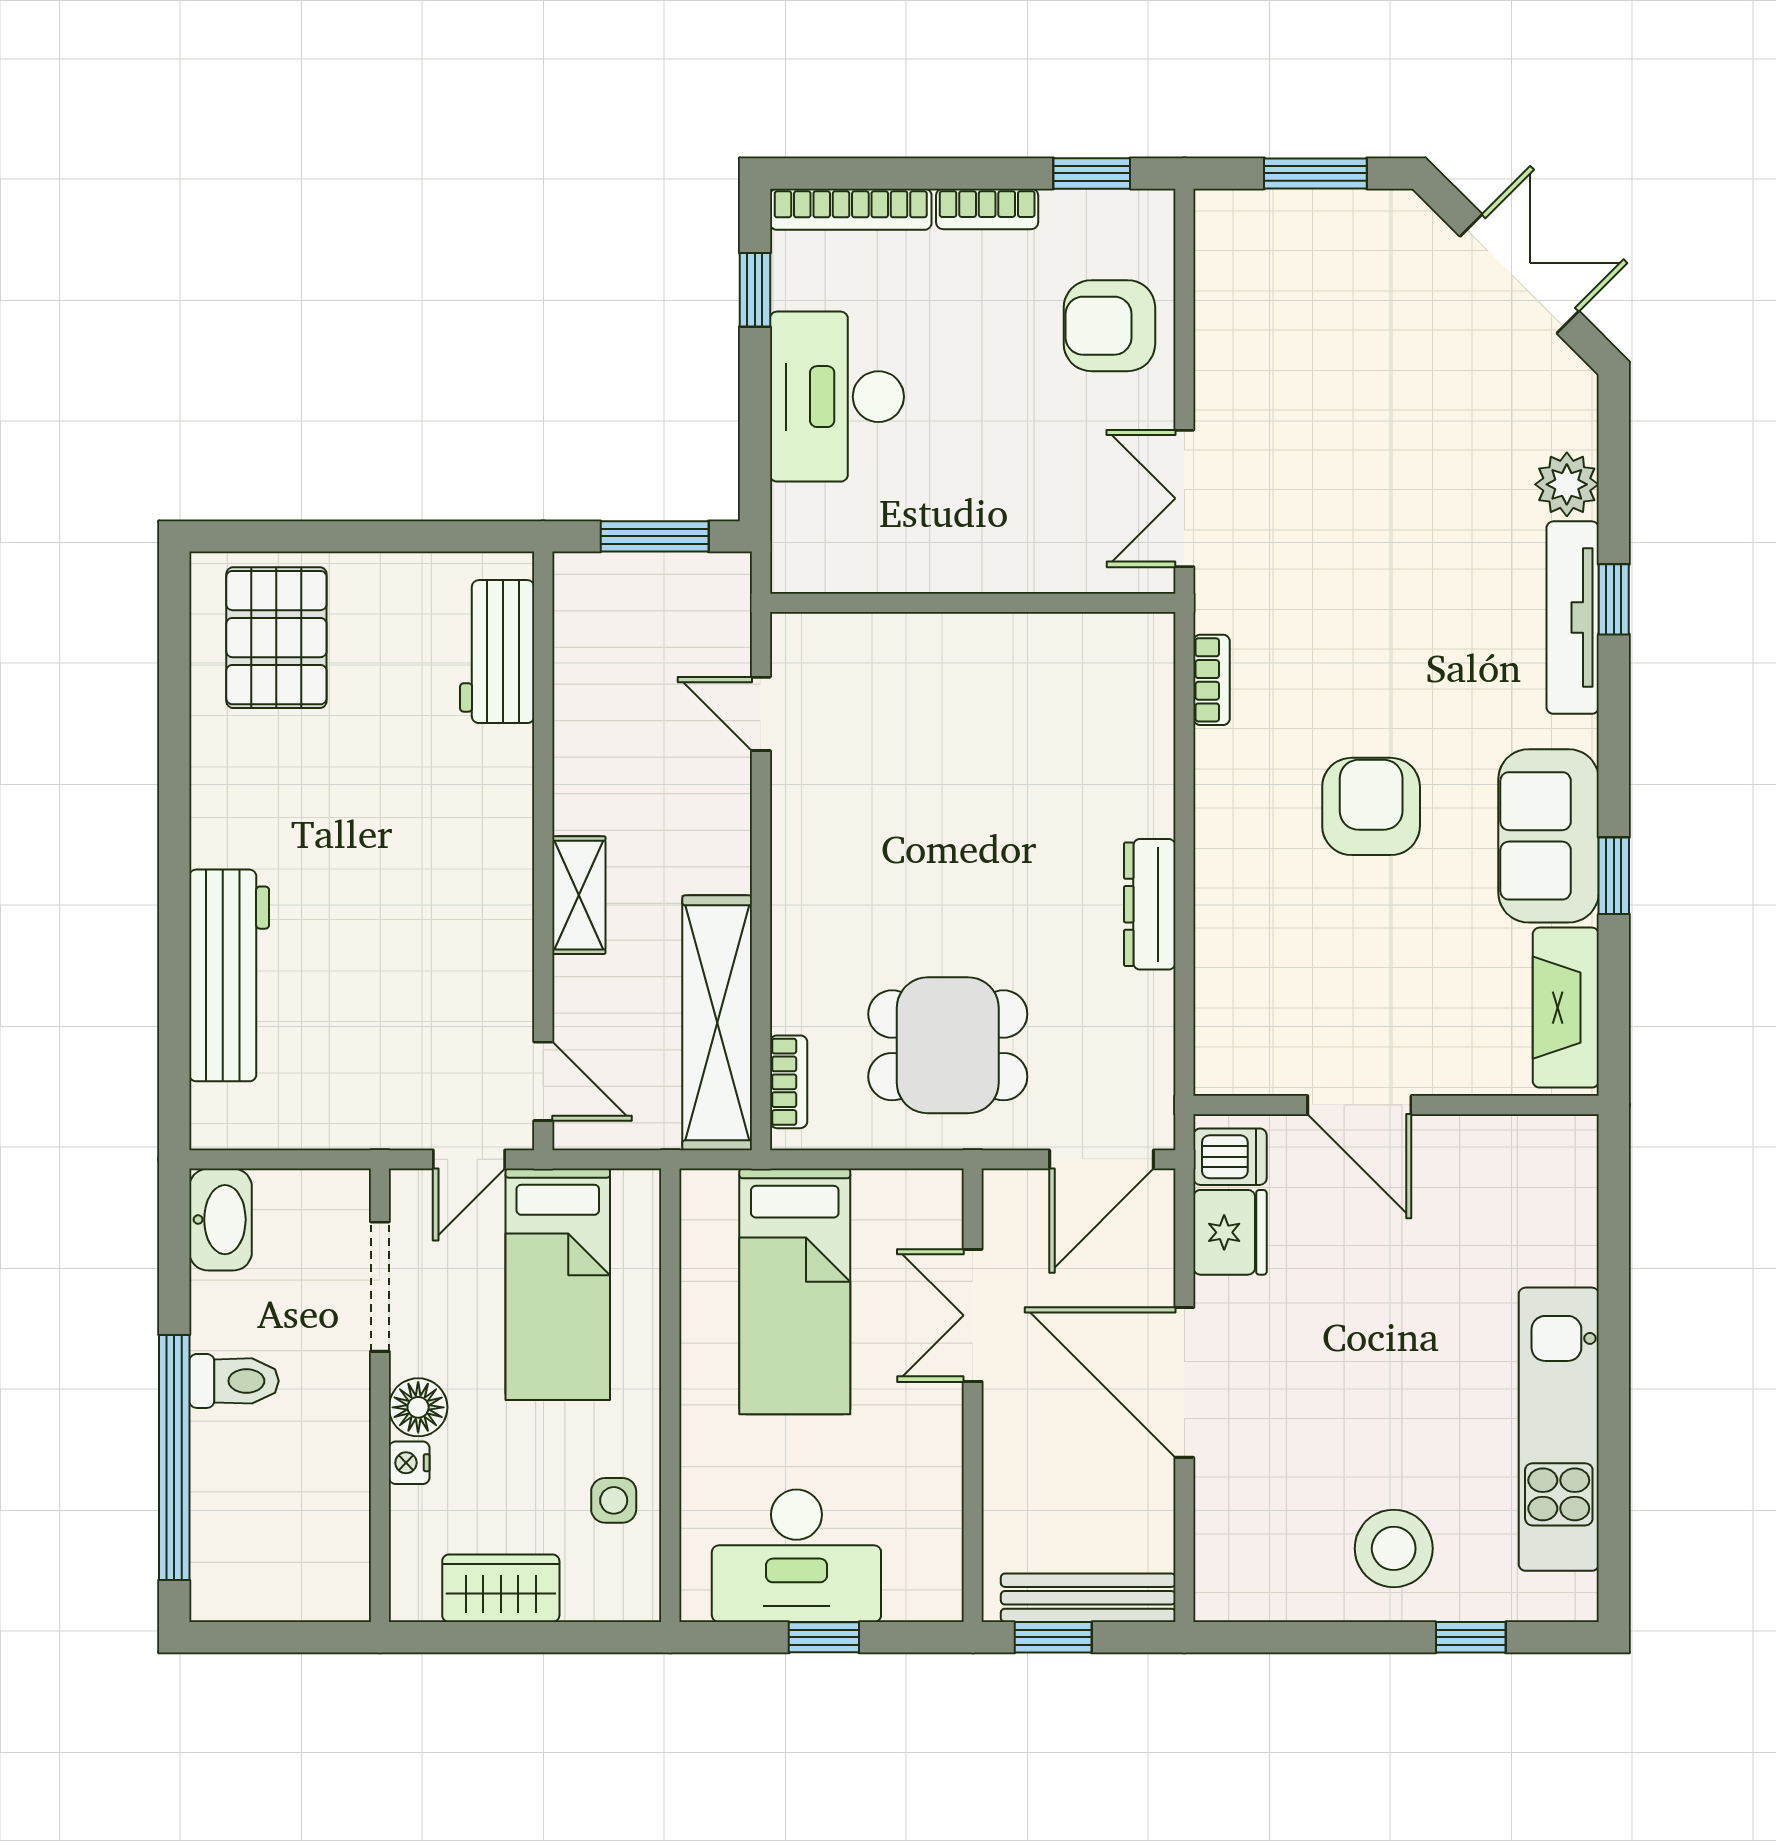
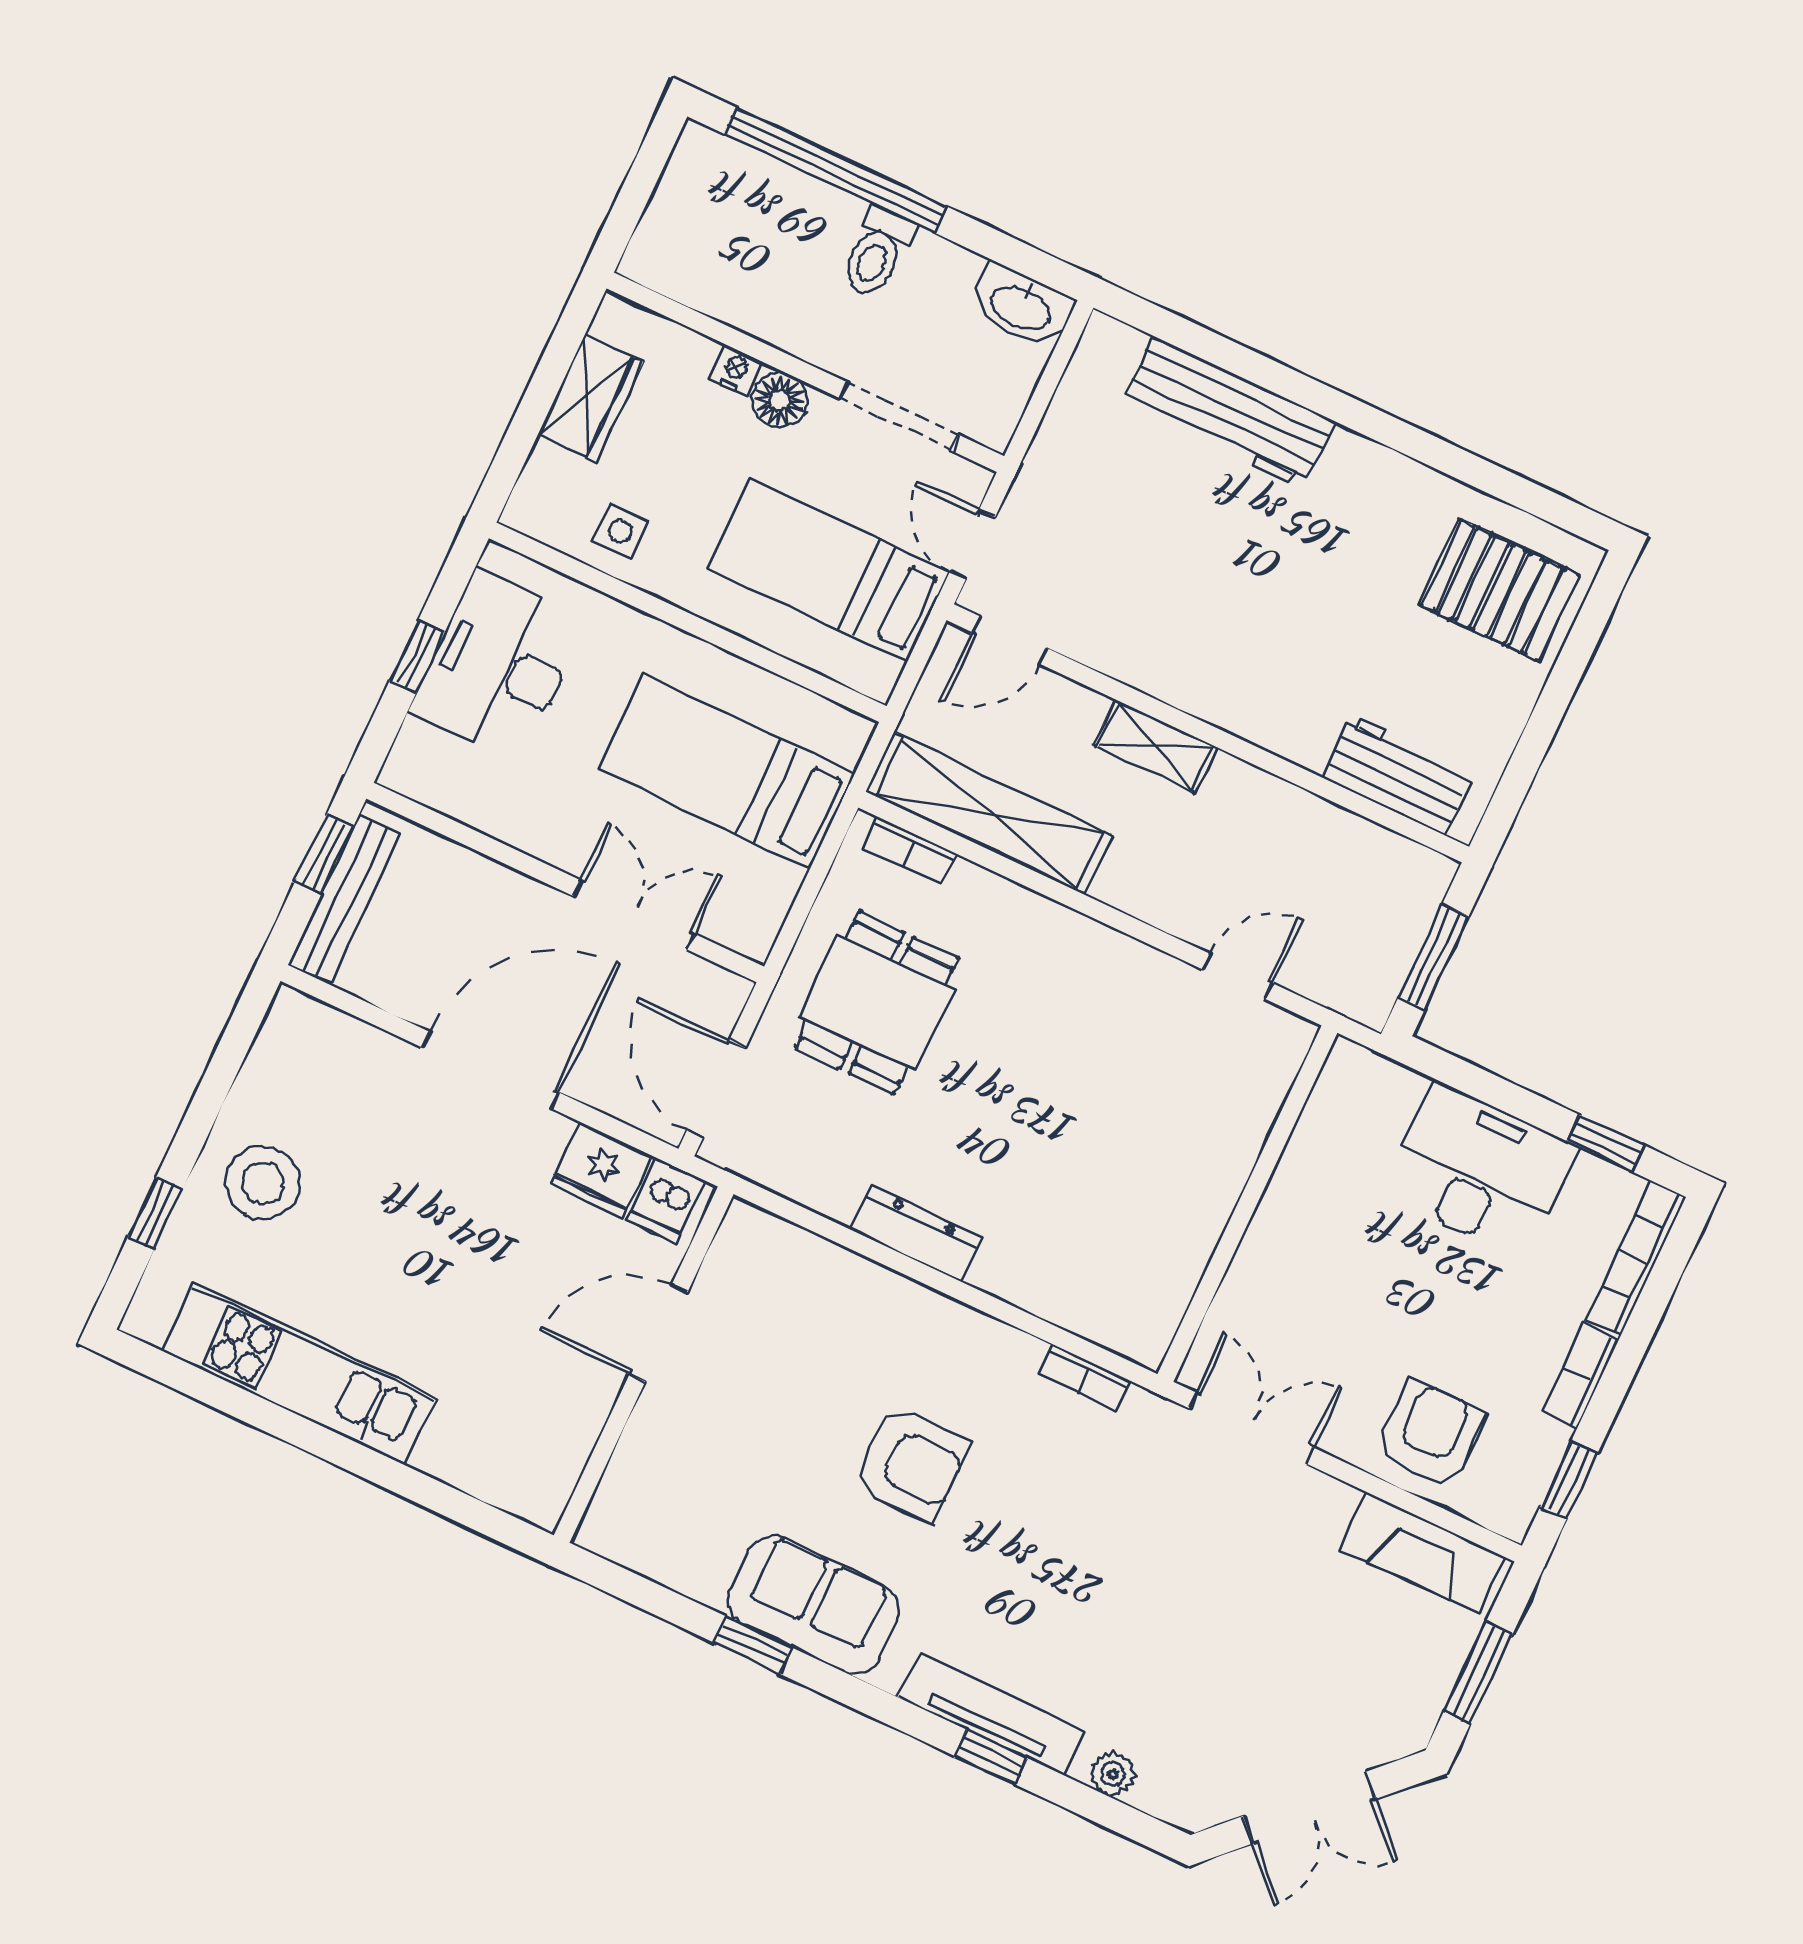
plant: (1567, 484) -> (1113, 1774), width x0.73, depth x0.73
fireplace: (1566, 1008) -> (1422, 1552), moved, turned 180

